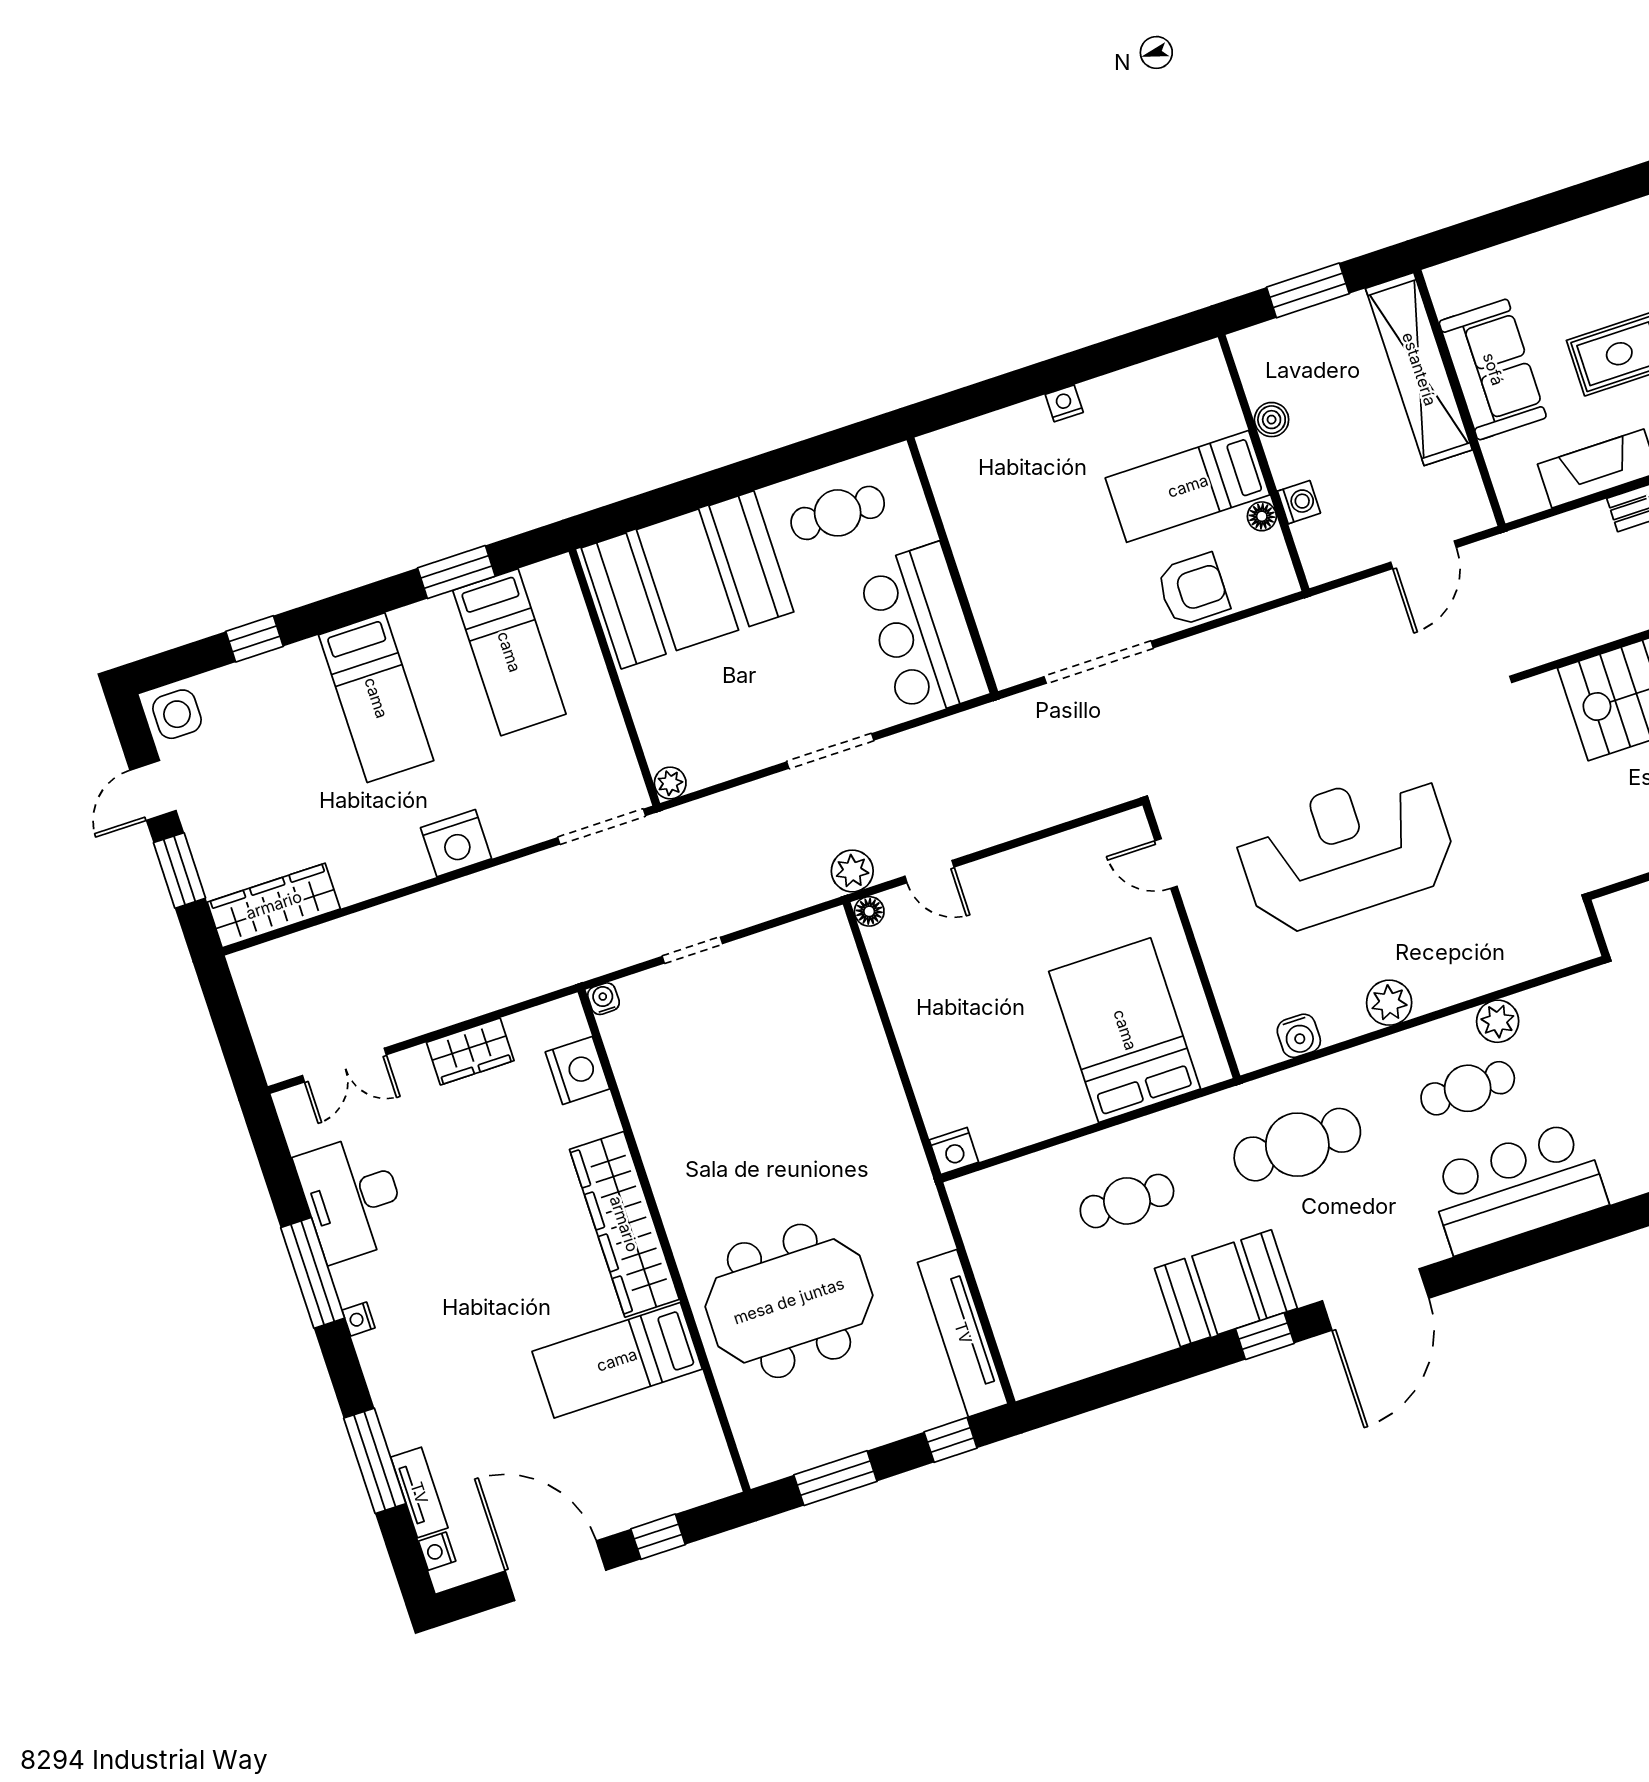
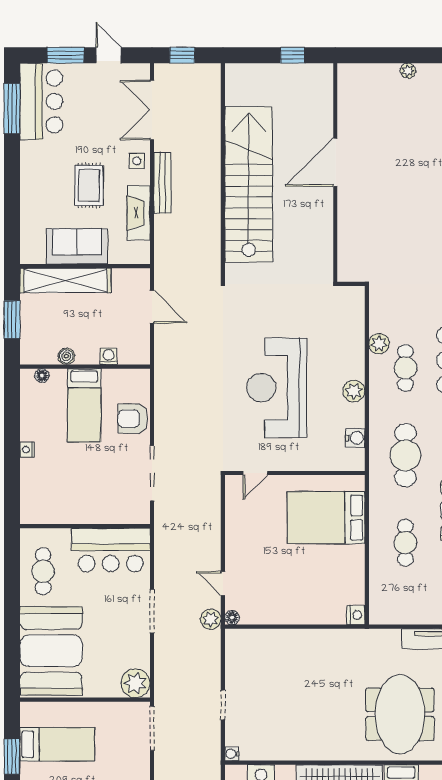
floor lamp: (1262, 516) -> (42, 376), moved
armchair: (1193, 590) -> (133, 419), turned -90
plant: (670, 783) -> (136, 683), width x1.88, depth x1.88
door: (929, 872) -> (223, 584), swing flipped

